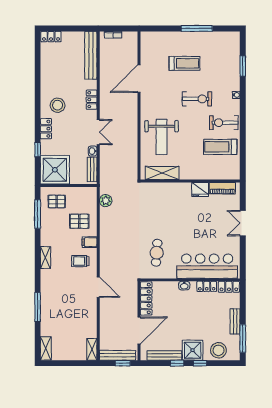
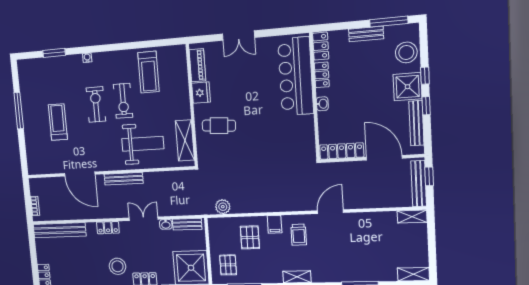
bench: (133, 118) -> (124, 179), added
exercise bike: (224, 123) -> (123, 101), moved
cafe table: (157, 253) -> (219, 126), moved

